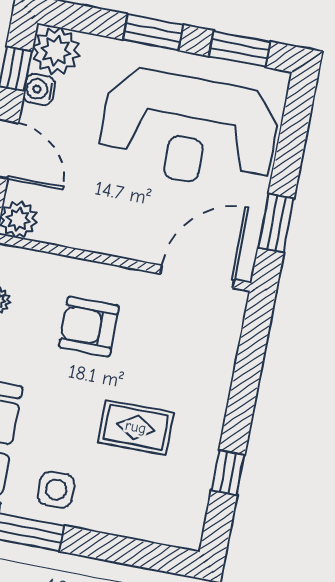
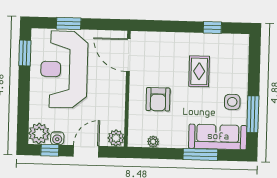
window: (153, 32) -> (24, 92), removed
reception desk: (189, 129) -> (64, 69), turned 180
window: (276, 223) -> (69, 23), moved

